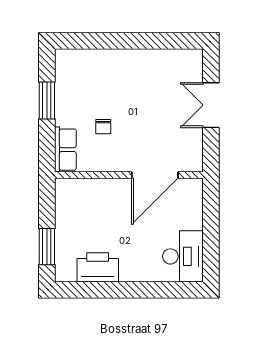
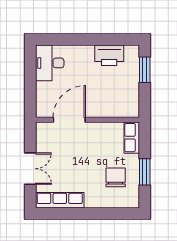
row of seats: (169, 60) -> (60, 200), added
chair: (103, 127) -> (116, 177), moved, width x1.87, depth x1.87

